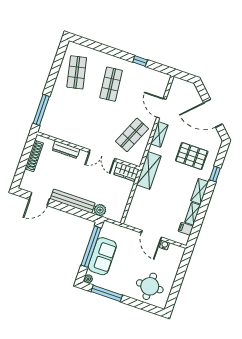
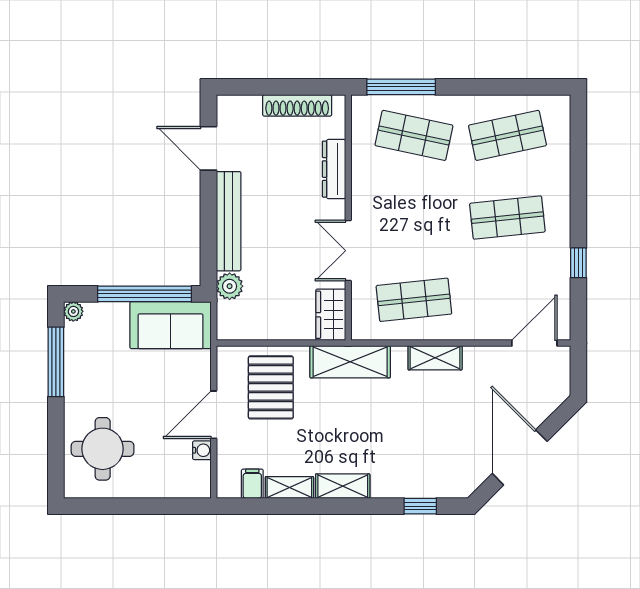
door: (161, 108) -> (534, 343), moved
shop shelf: (63, 111) -> (414, 135), added
shop shelf: (132, 135) -> (414, 300), turned -30
pallet: (192, 156) -> (271, 387), moved
window: (215, 174) -> (420, 506), moved
sofa: (102, 256) -> (170, 325), moved

